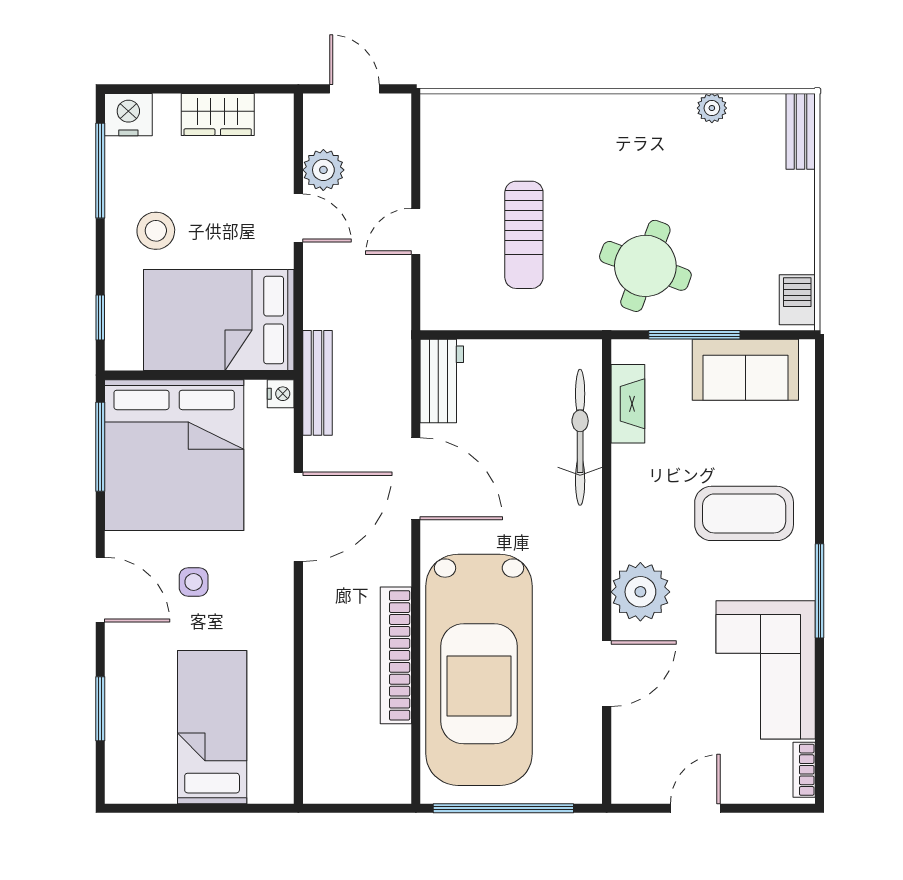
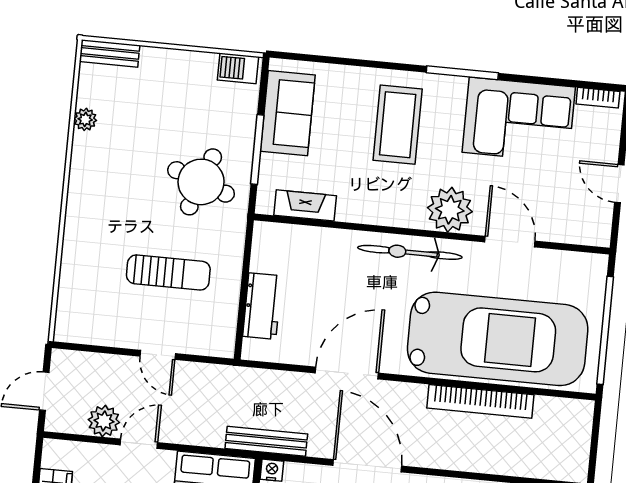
workbench: (442, 381) -> (262, 306), moved, turned 90
bicycle: (580, 437) -> (410, 252), moved

